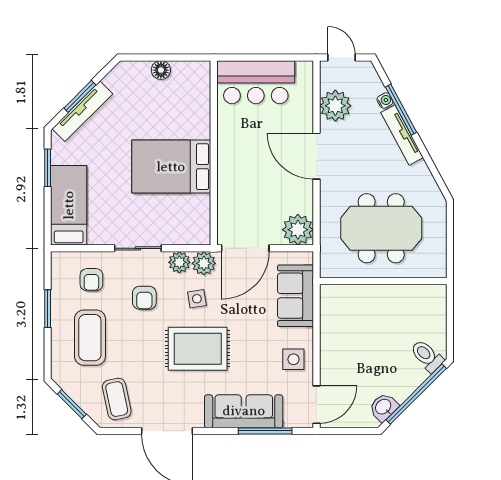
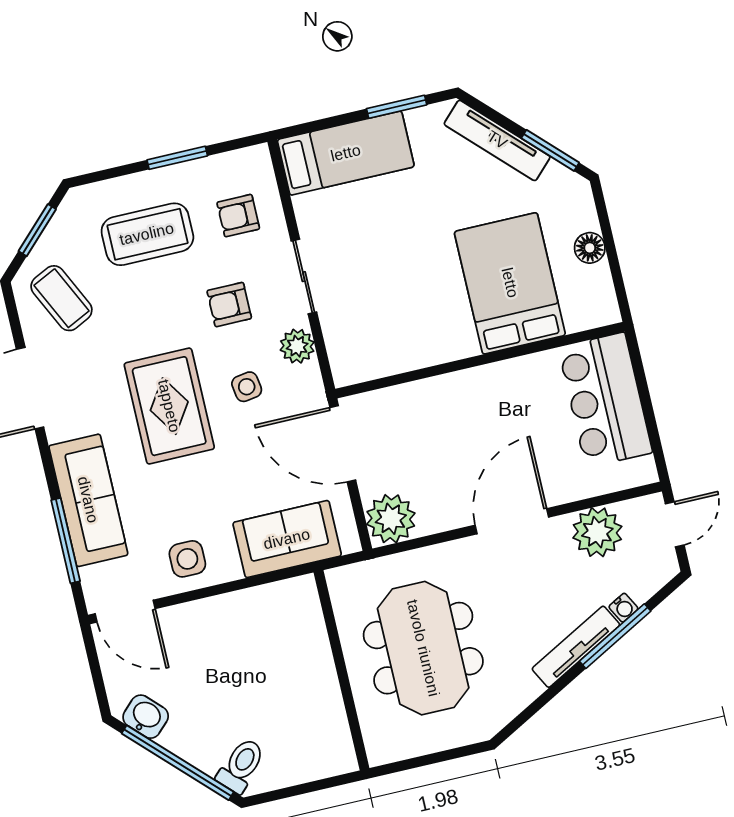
window: (80, 96) -> (550, 150), moved
bed: (171, 167) -> (510, 283), moved
plant: (204, 263) -> (304, 385), removed
coffee table: (117, 399) -> (61, 298), turned 76

